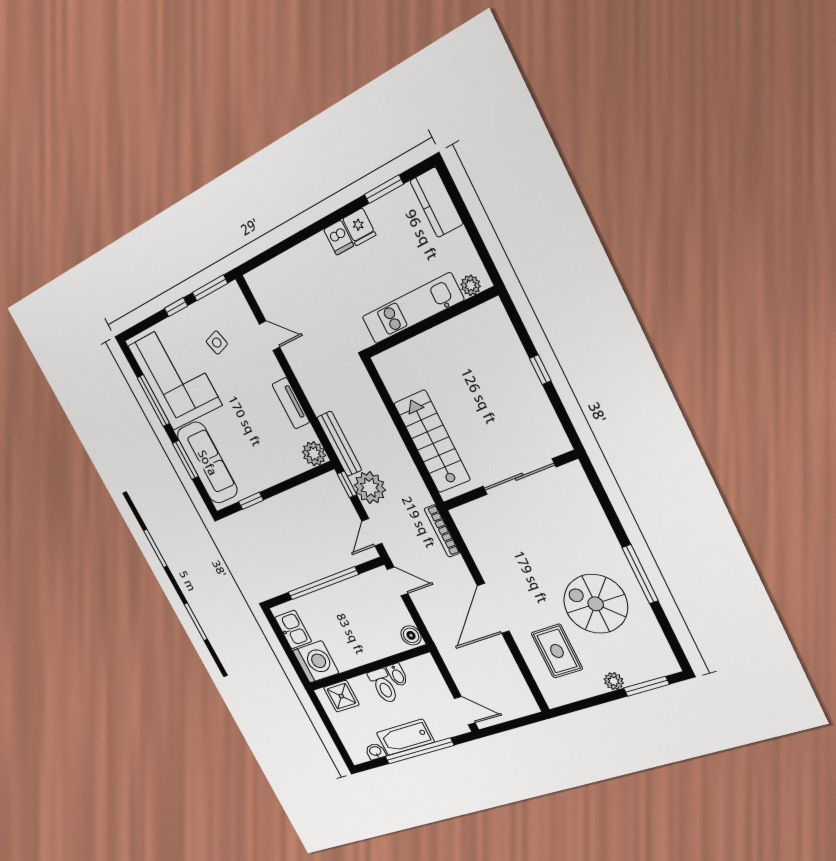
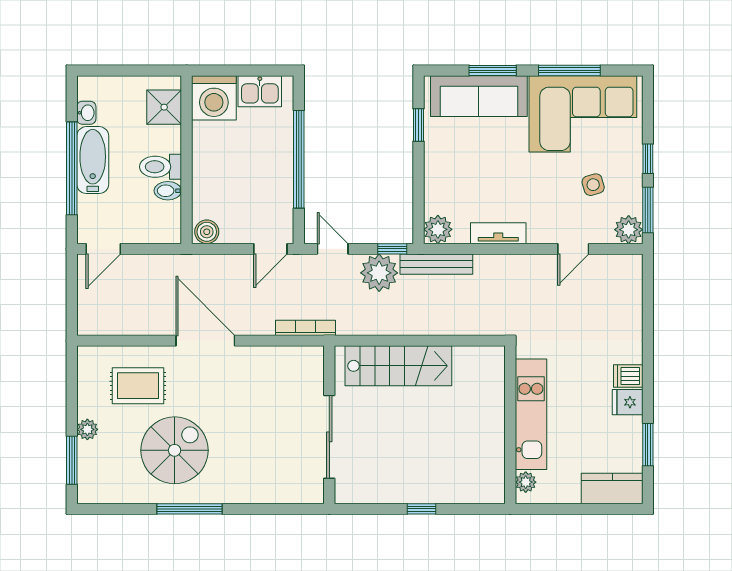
plant: (232, 297) -> (629, 230), added

